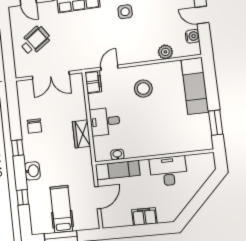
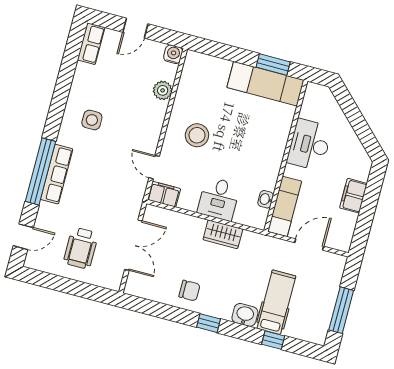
water cooler: (192, 36) -> (173, 54), moved
wheelchair: (35, 40) -> (81, 248), turned -145
exam couch: (195, 86) -> (265, 84), moved
door: (98, 198) -> (309, 244), hinge flipped
hospital bed: (61, 209) -> (276, 302), moved, turned 90

